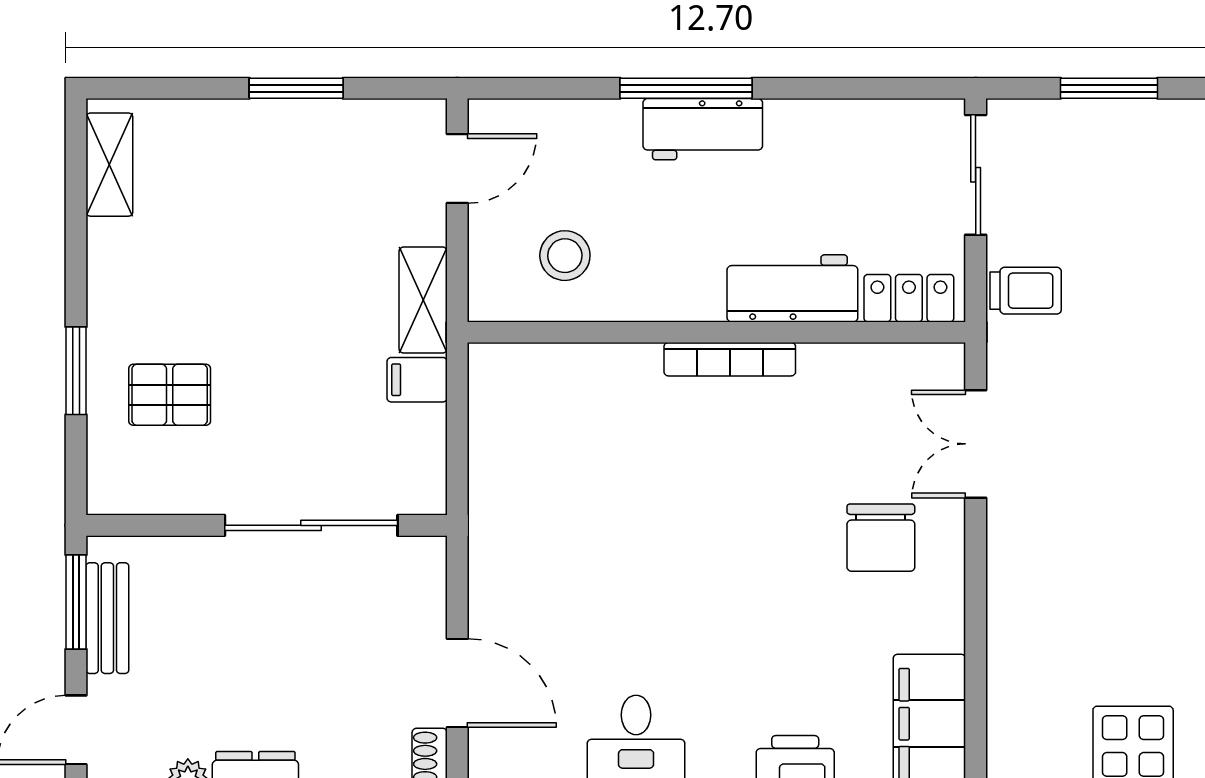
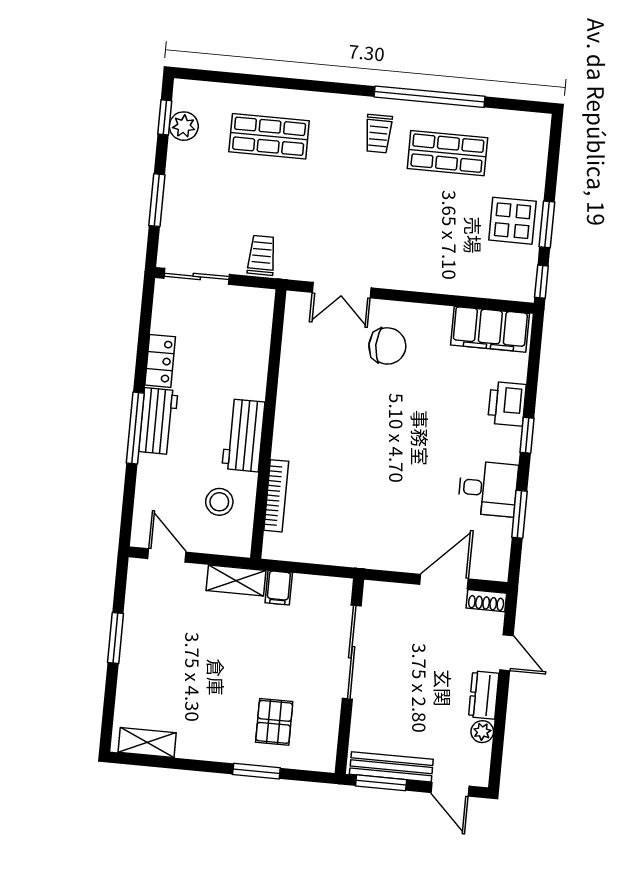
workbench: (792, 288) -> (243, 435), moved
locker: (909, 298) -> (160, 361), moved, turned 180
bookcase: (730, 359) -> (276, 496), moved
bench: (107, 618) -> (391, 767), width x1.36

